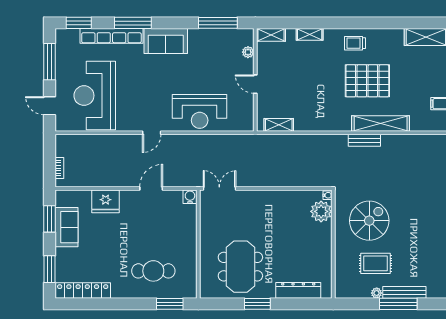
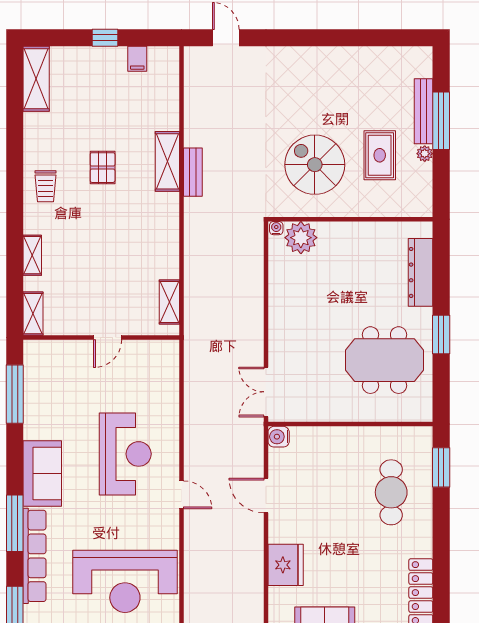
plant: (248, 52) -> (59, 349), removed
pallet: (367, 81) -> (103, 168), width x0.49, depth x0.50
reception desk: (200, 111) -> (125, 454), moved
shelving: (381, 124) -> (167, 161), width x0.68

